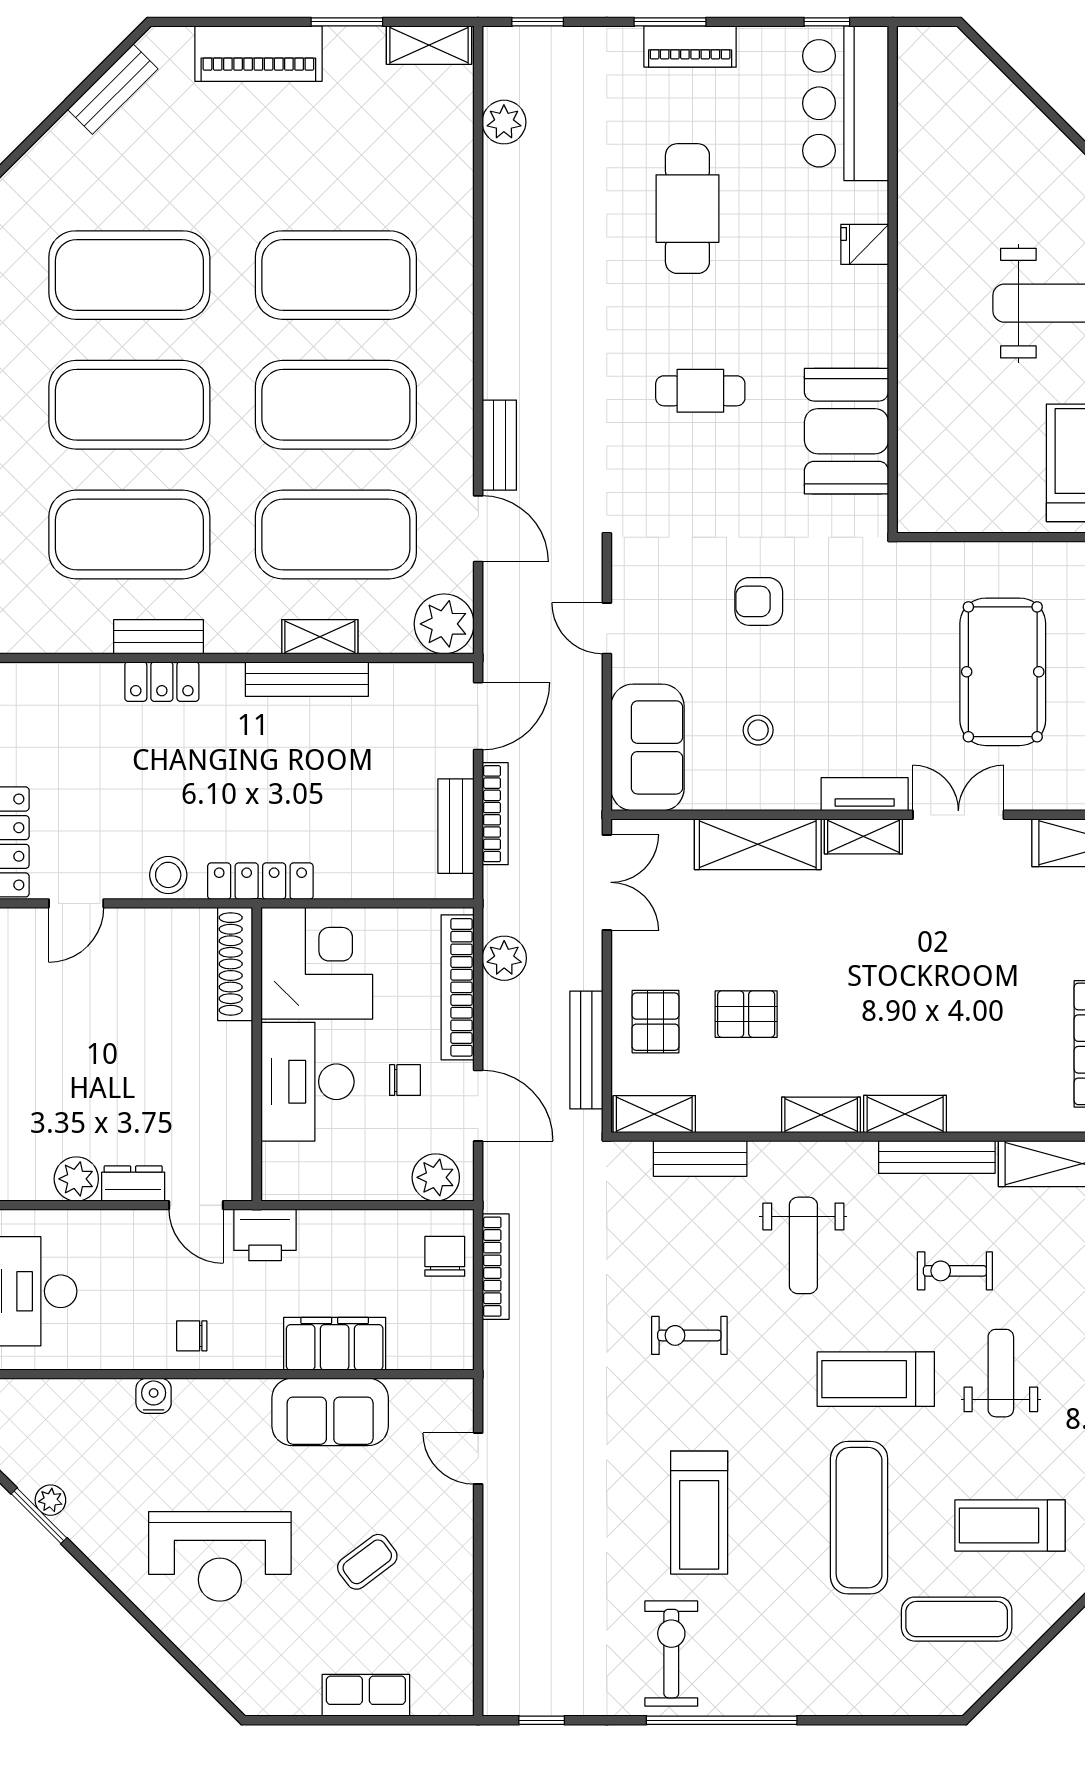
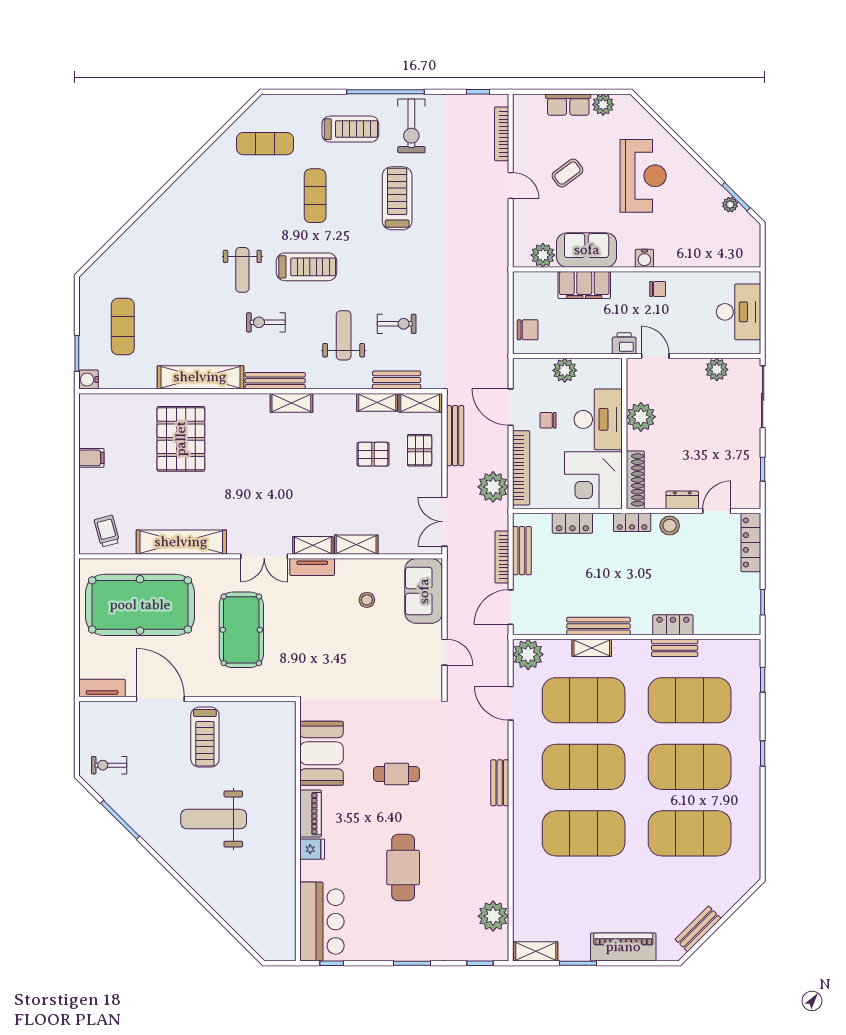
piano: (690, 47) -> (311, 814), moved, turned 90
plant: (504, 122) -> (493, 916), width x1.36, depth x1.36
bench: (499, 445) -> (500, 783), moved
armchair: (759, 601) -> (367, 666), removed
shelving: (758, 844) -> (356, 545), width x0.67, depth x0.75
locker: (358, 880) -> (572, 523), added
locker: (260, 881) -> (632, 522), width x0.66
plant: (504, 958) -> (493, 487), width x1.36, depth x1.36
plant: (224, 1087) -> (641, 417), added
shelving: (821, 1115) -> (377, 402), moved
plant: (436, 1177) -> (565, 370), moved
dresser: (133, 1183) -> (682, 500), moved, turned 180
printer: (265, 1235) -> (624, 343), width x0.73, depth x0.81
chair: (445, 1256) -> (528, 330), turned -90
bookcase: (496, 1267) -> (502, 134), moved
exercise bike: (955, 1271) -> (266, 322), turned 180
exercise bike: (689, 1335) -> (397, 324), moved
water cooler: (154, 1396) -> (644, 258), moved
plant: (415, 1402) -> (543, 255), added
door: (478, 1459) -> (511, 186), moved
exercise mat: (859, 1518) -> (315, 196), width x0.73, depth x0.69
treadmill: (1010, 1525) -> (350, 129), moved
reception desk: (220, 1556) -> (643, 176), turned 90
plant: (298, 1695) -> (603, 105), added

